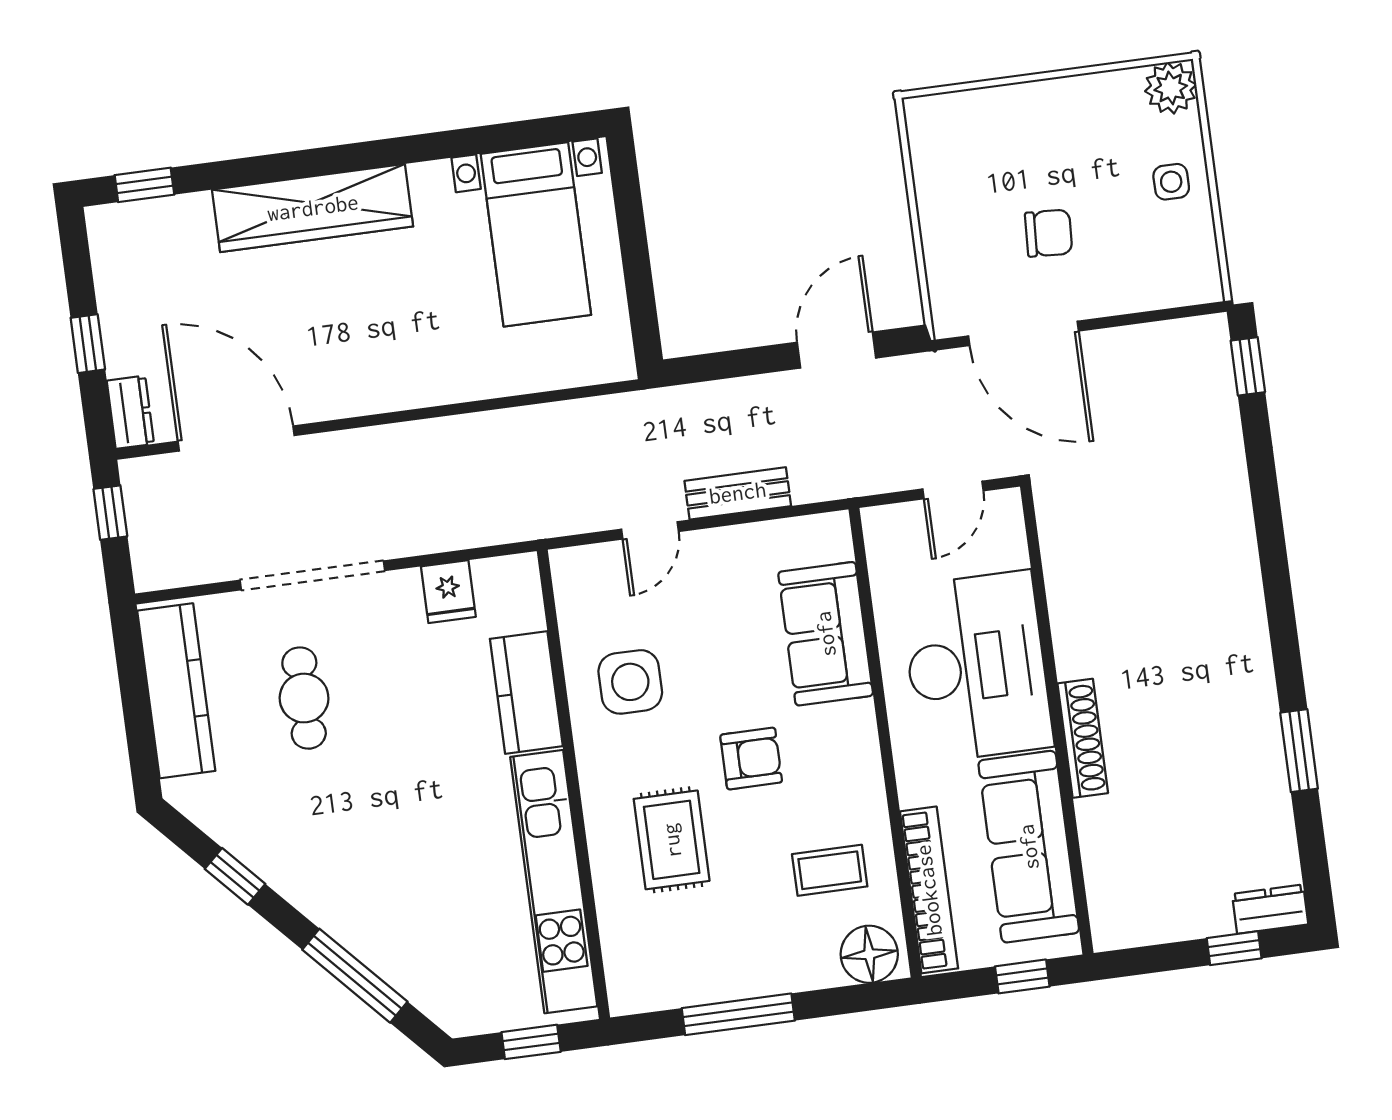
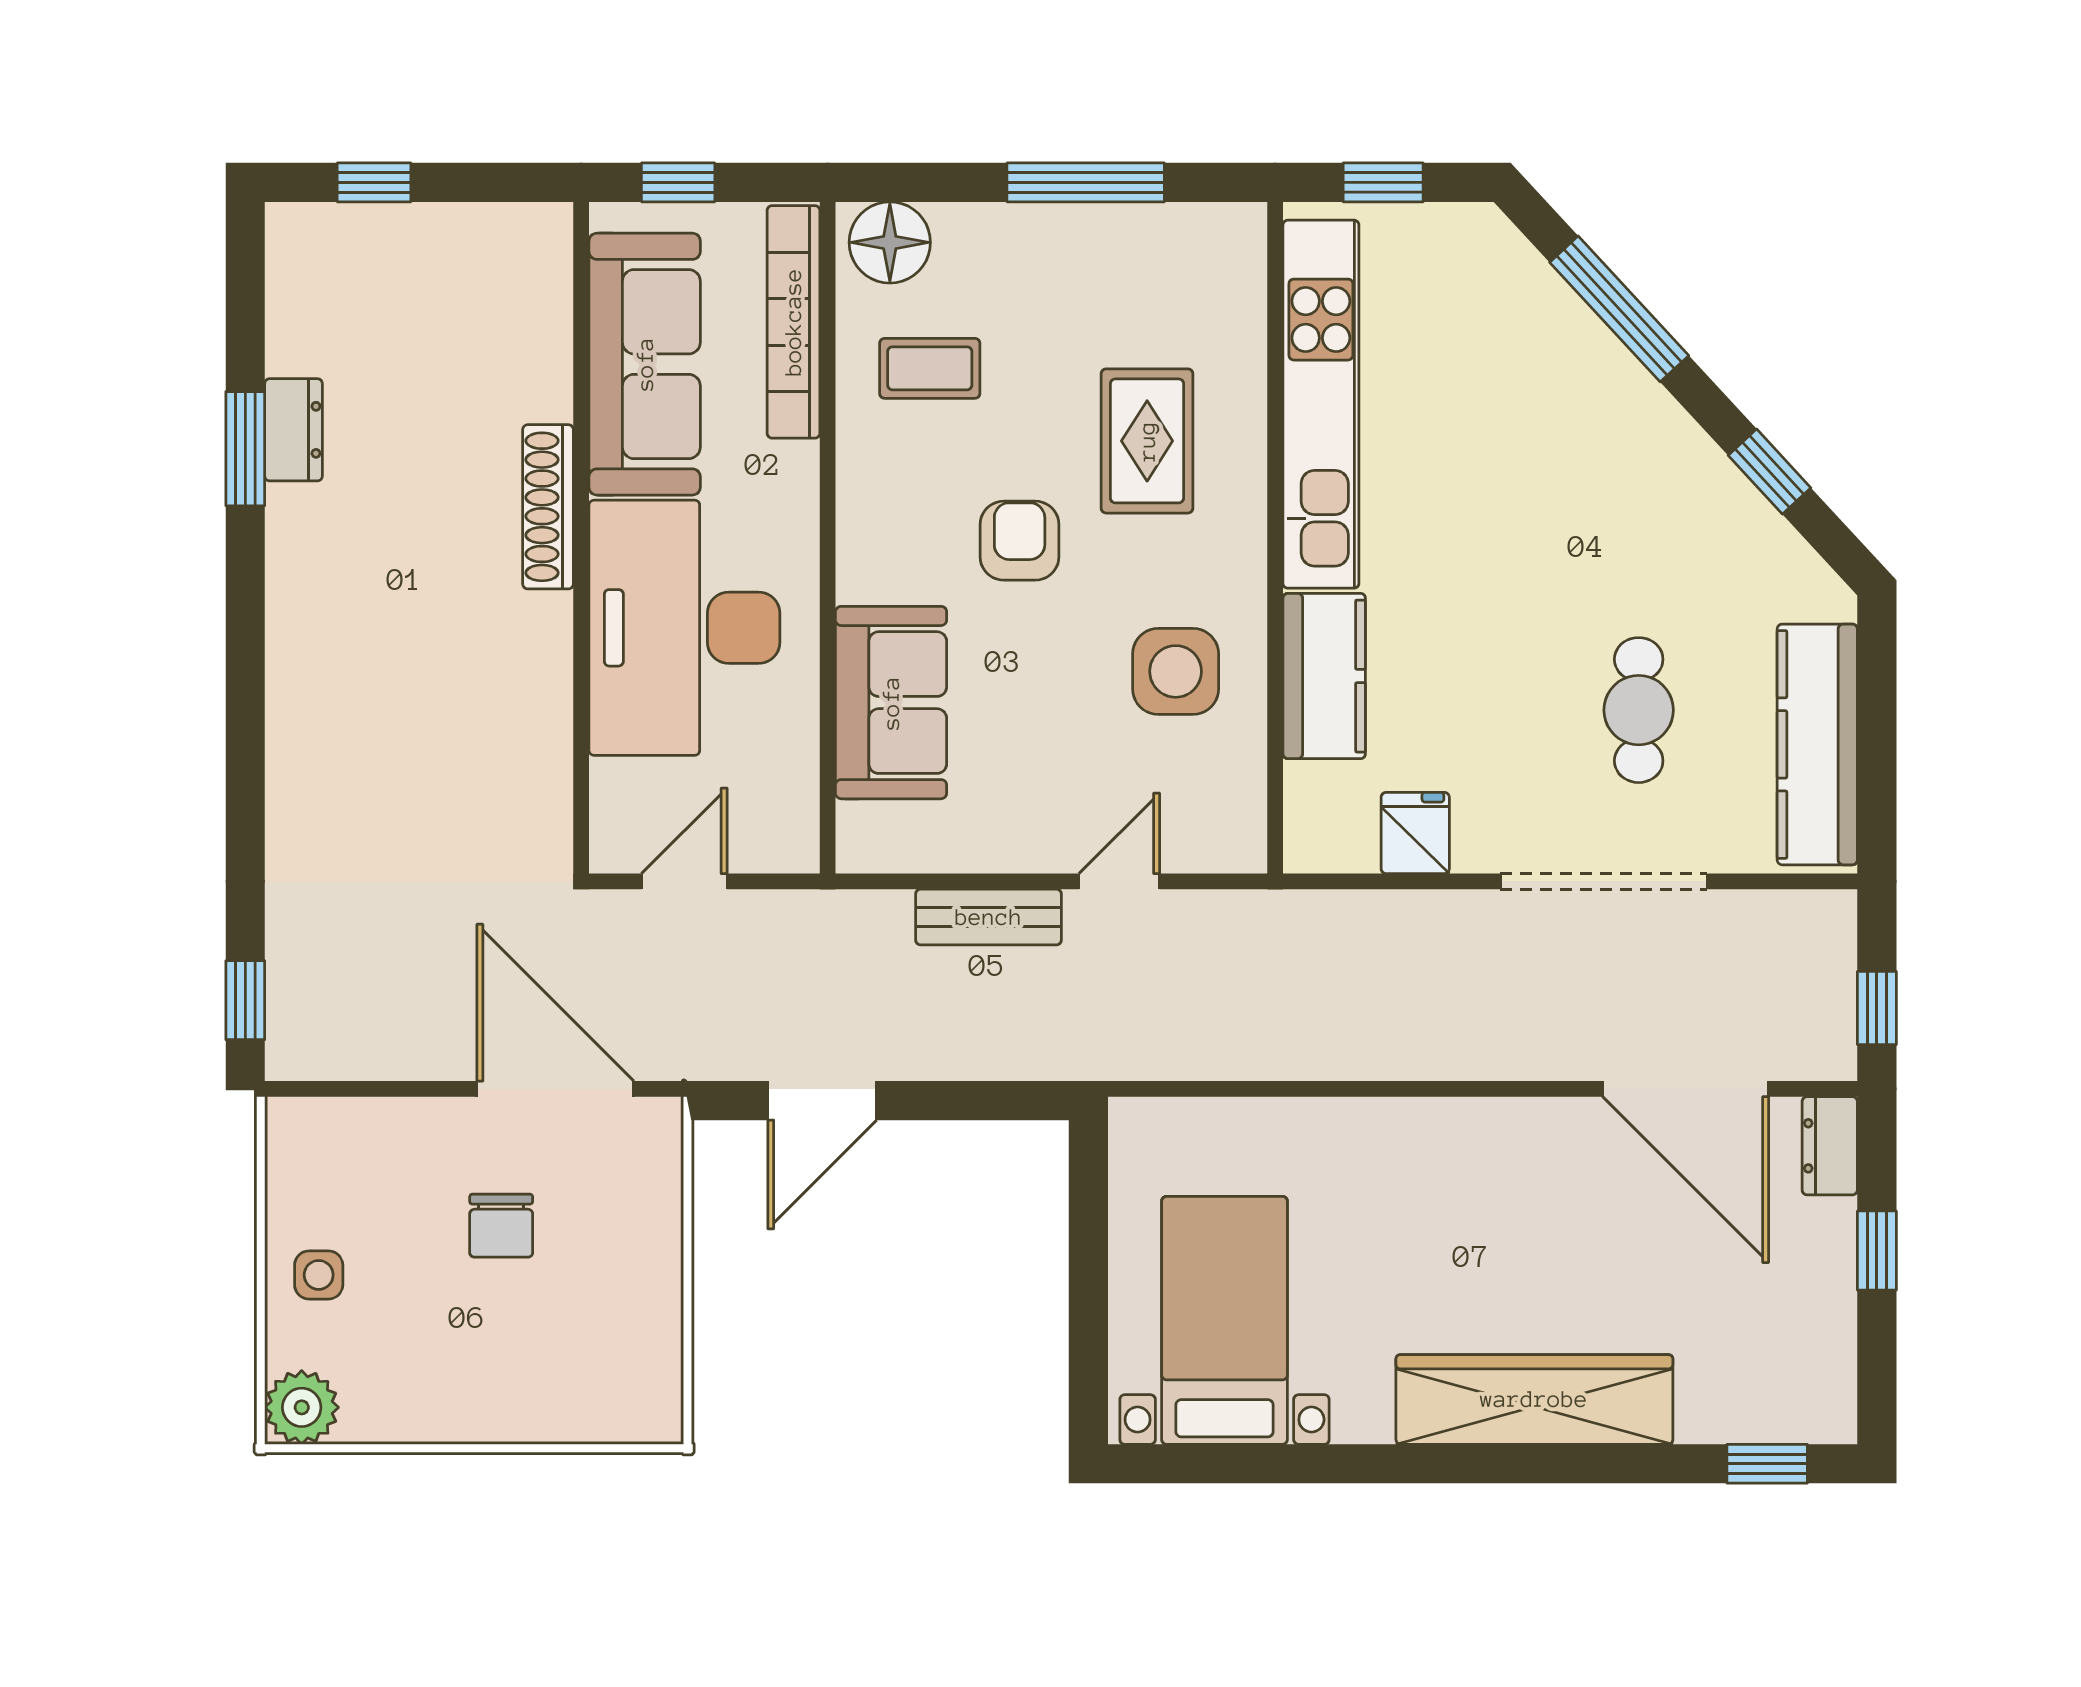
chair: (1049, 233) -> (501, 1226), turned -93
armchair: (751, 759) -> (1020, 541), turned 90
dresser: (1270, 909) -> (294, 430), moved, turned -90

